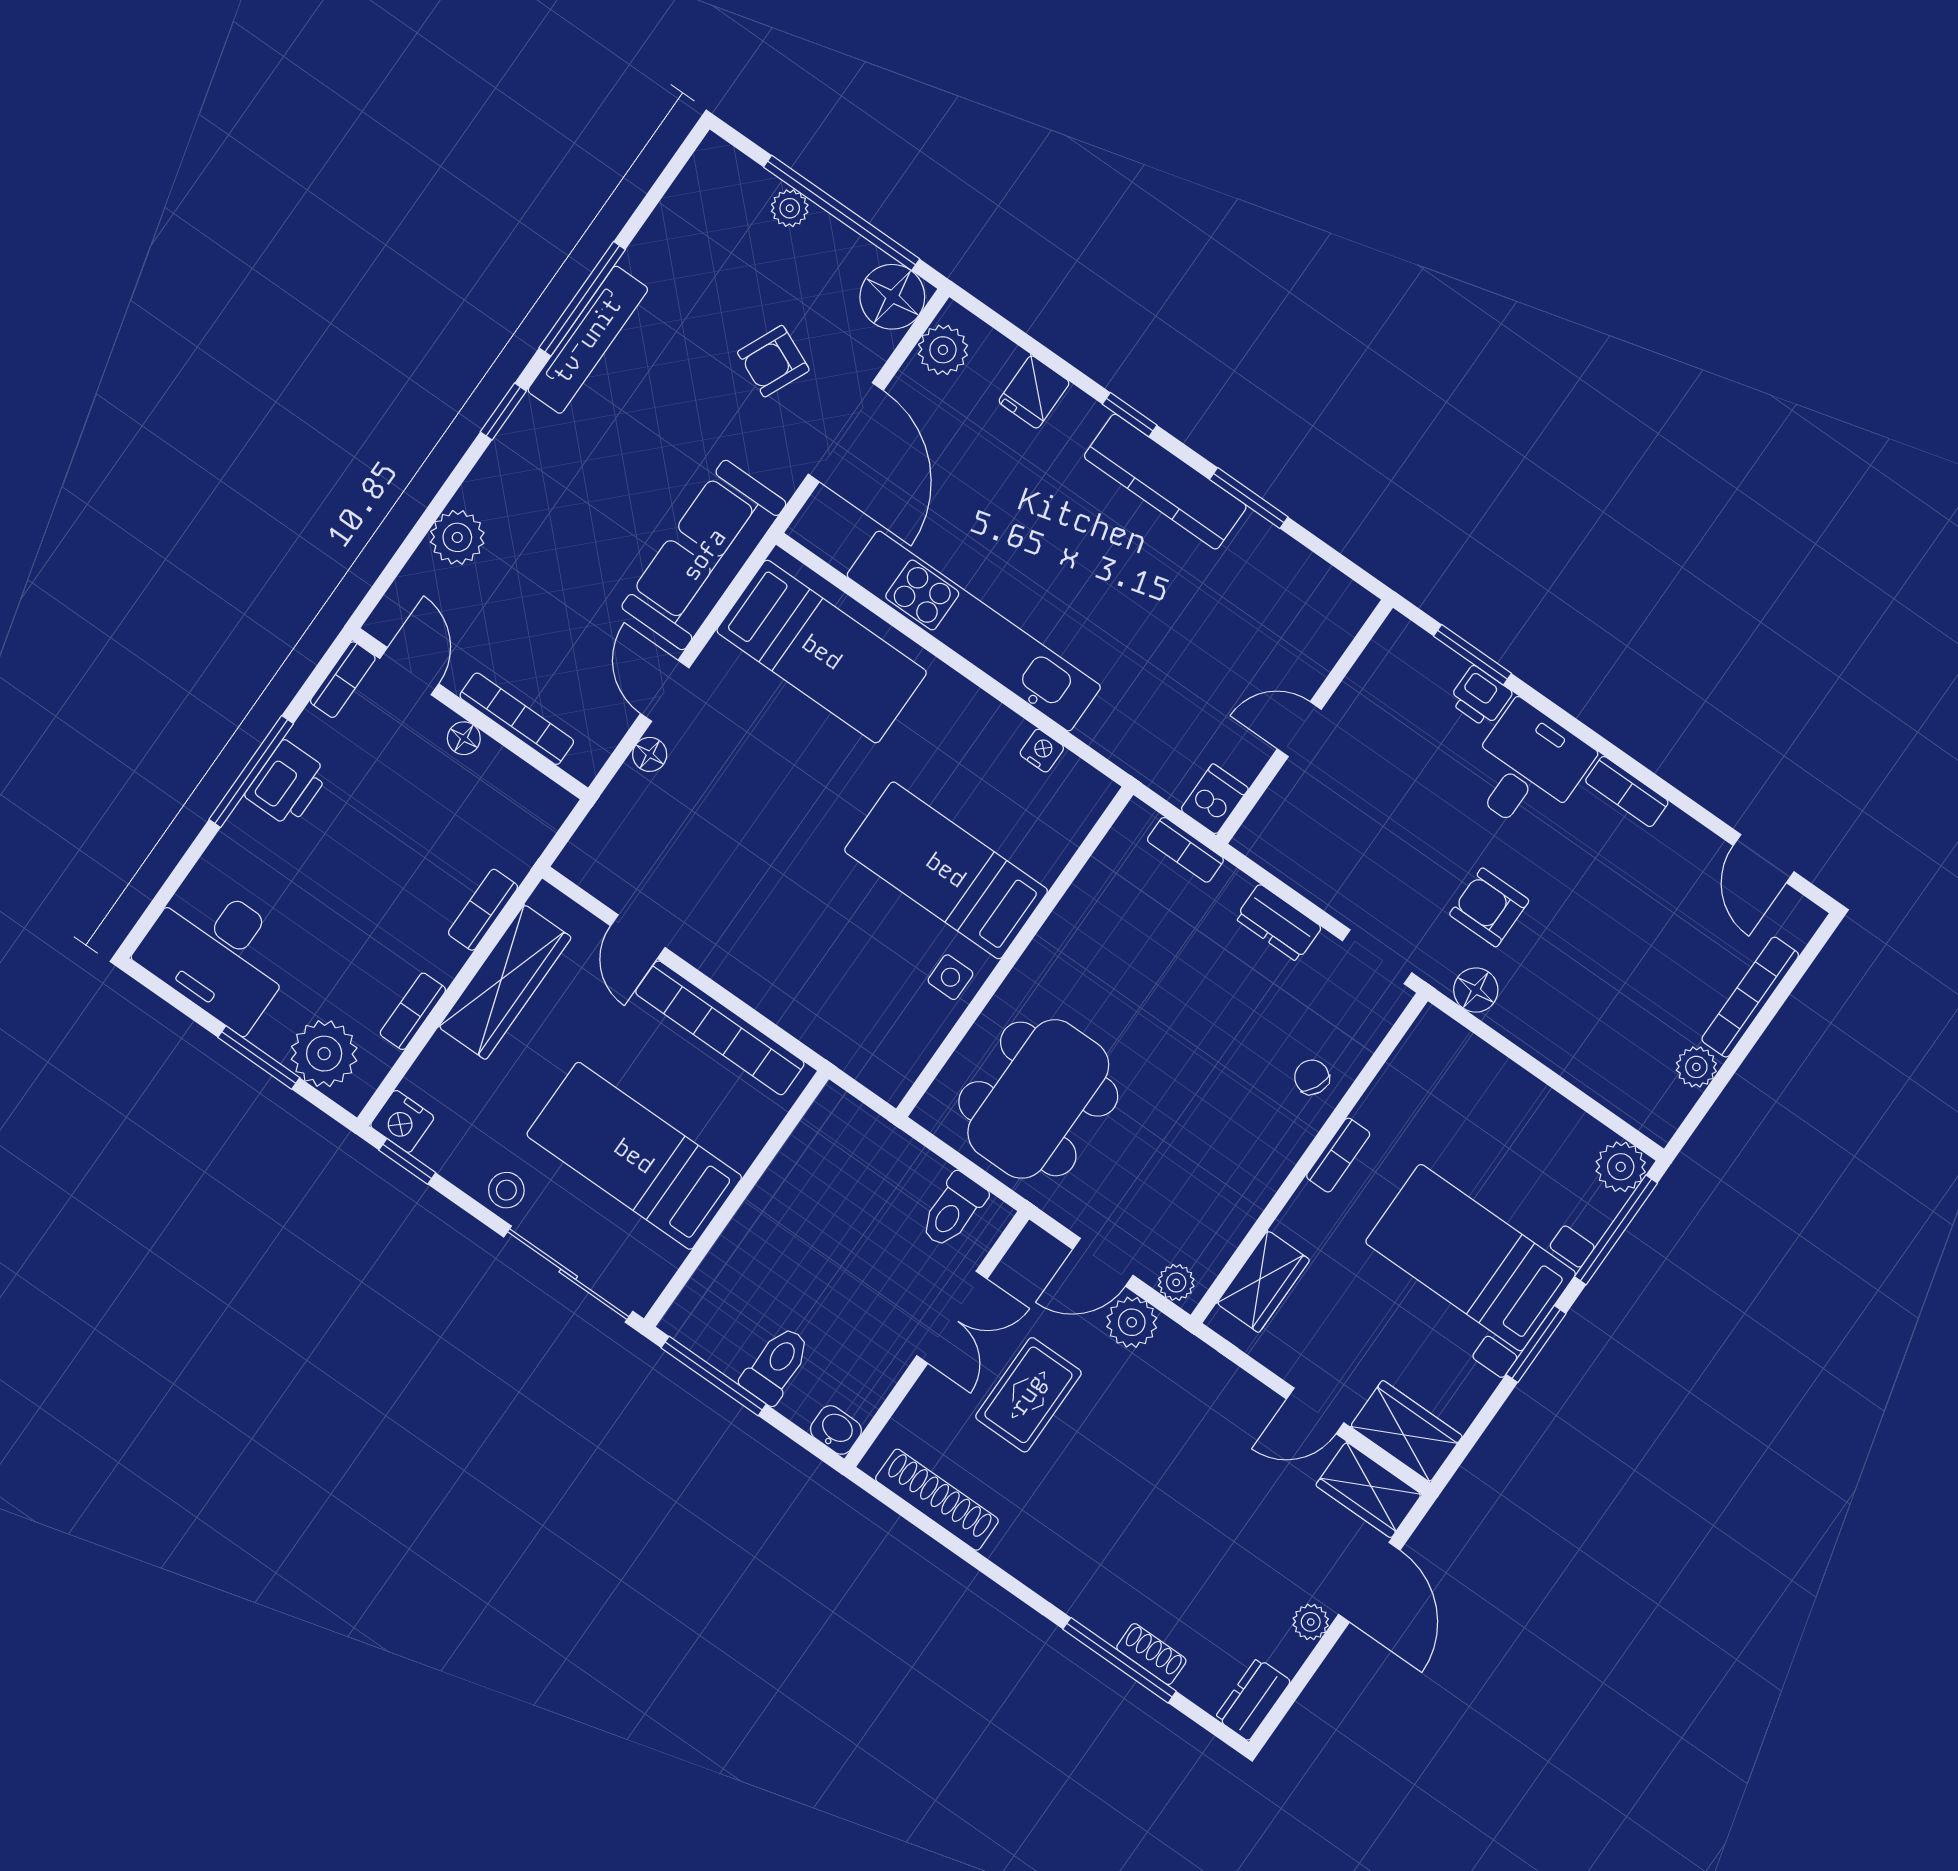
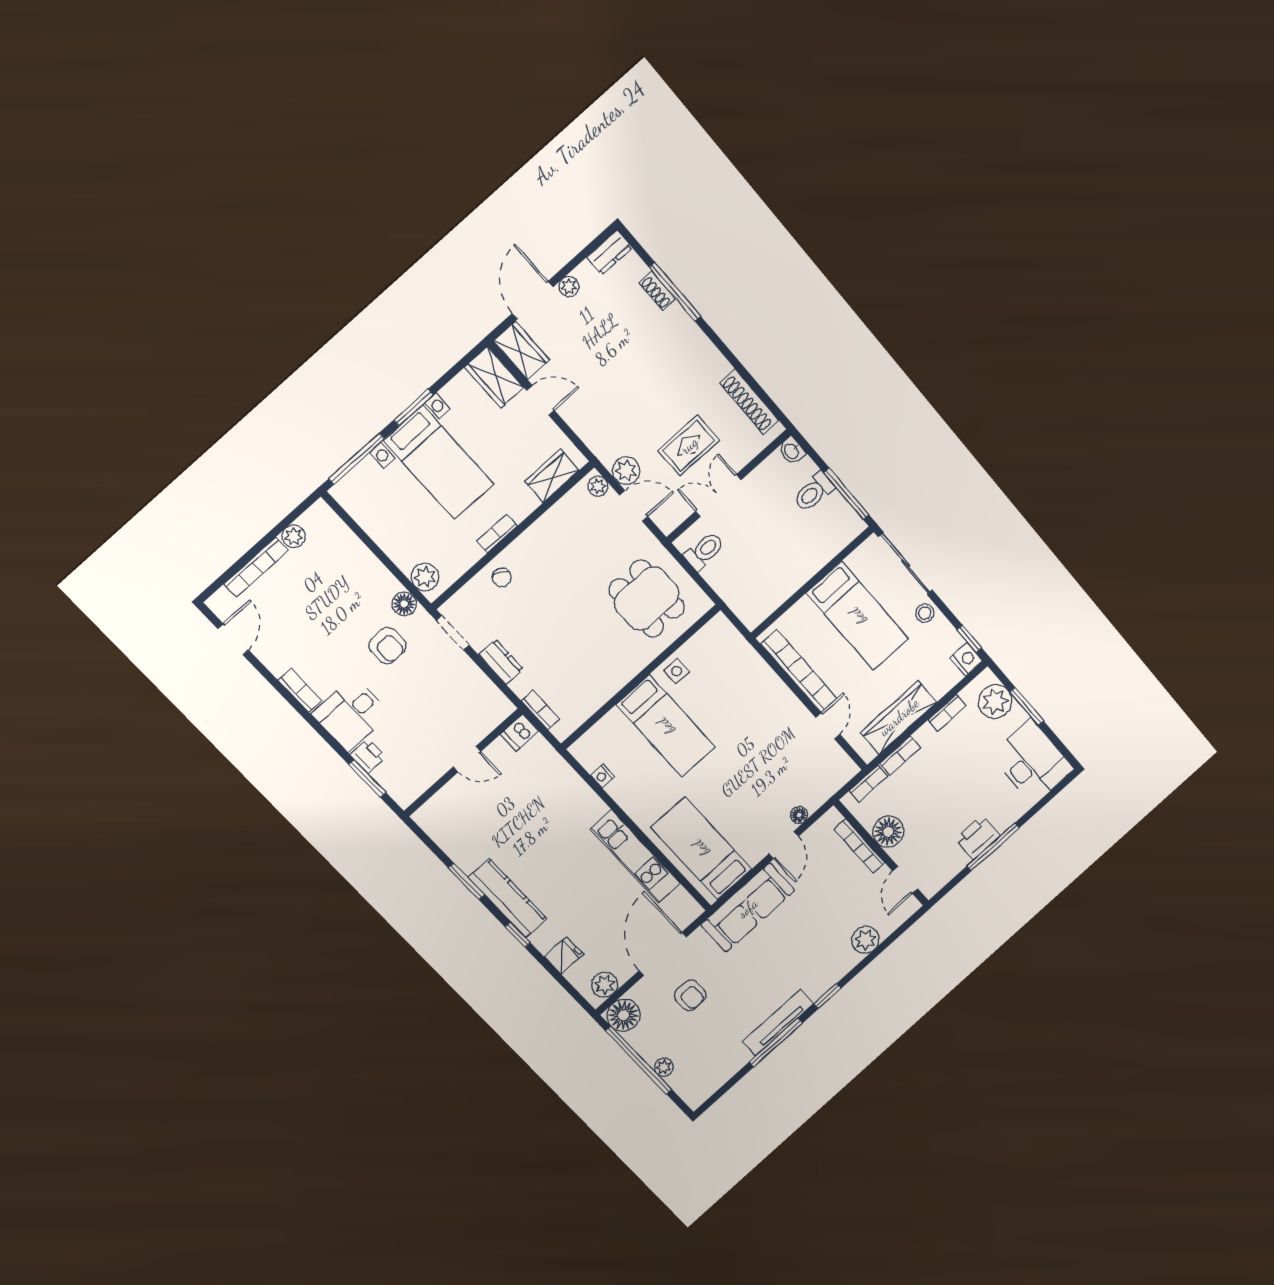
armchair: (773, 361) -> (690, 995), turned 66
kitchen unit: (974, 631) -> (635, 856), width x0.73
bookcase: (343, 680) -> (868, 783), moved, turned 180
floor lamp: (464, 738) -> (888, 832), width x1.89, depth x1.89
dining table: (1038, 1099) -> (647, 599), width x0.73
plant: (1621, 1167) -> (425, 577), moved

